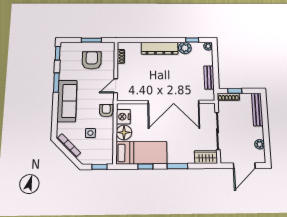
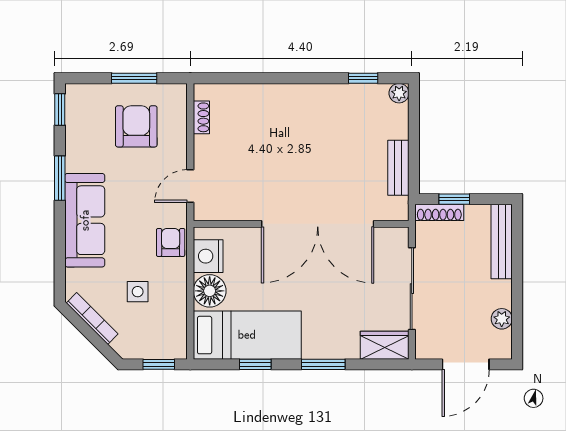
dresser: (160, 48) -> (288, 98), removed
plant: (185, 48) -> (346, 97), removed

